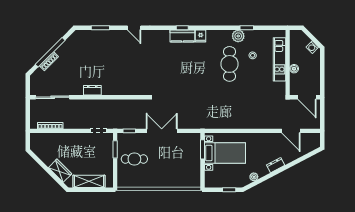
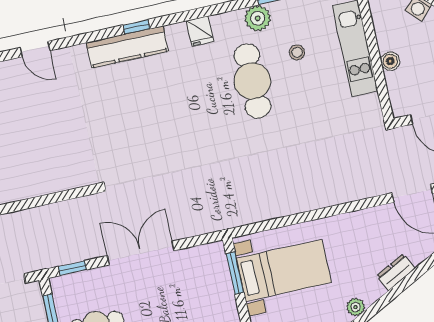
kitchen counter: (182, 36) -> (127, 47), width x1.50
fridge: (201, 36) -> (200, 31), moved

